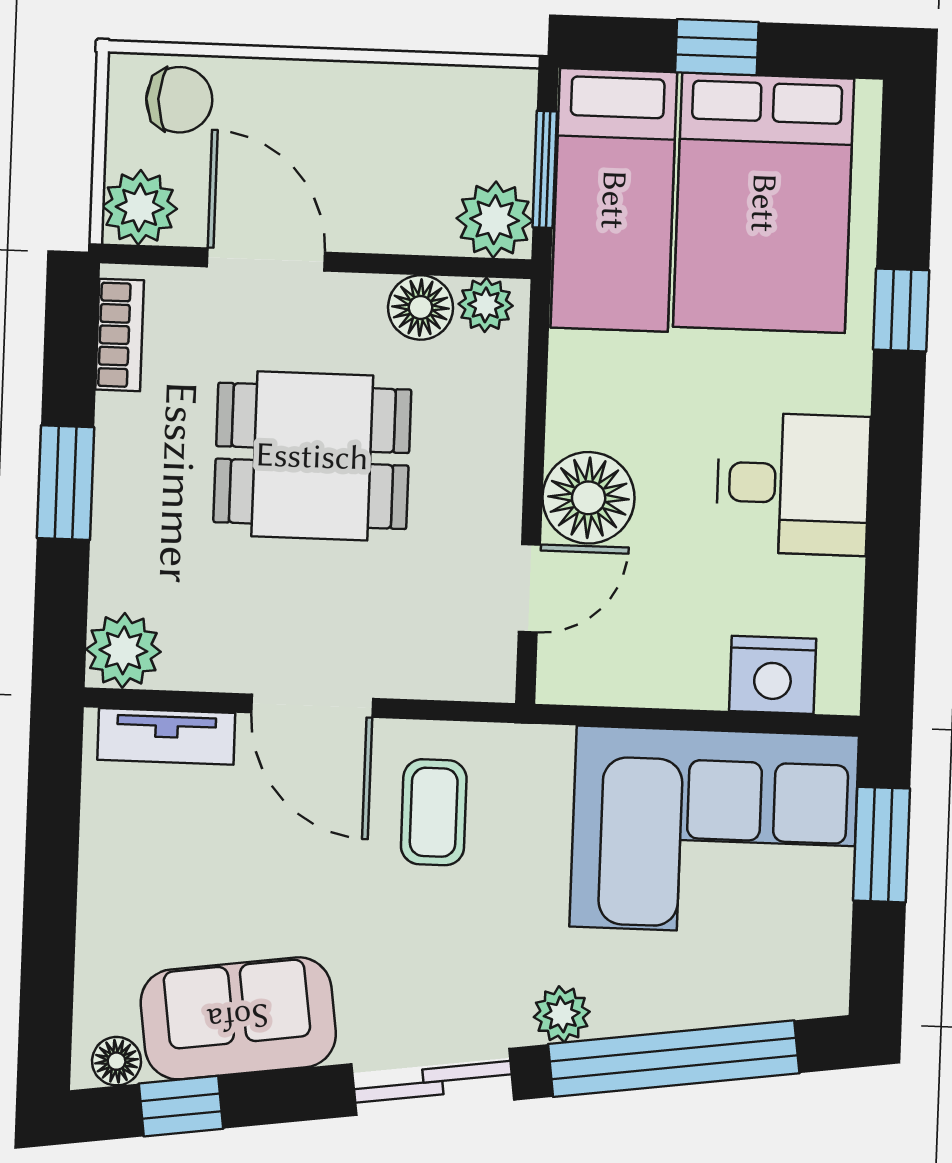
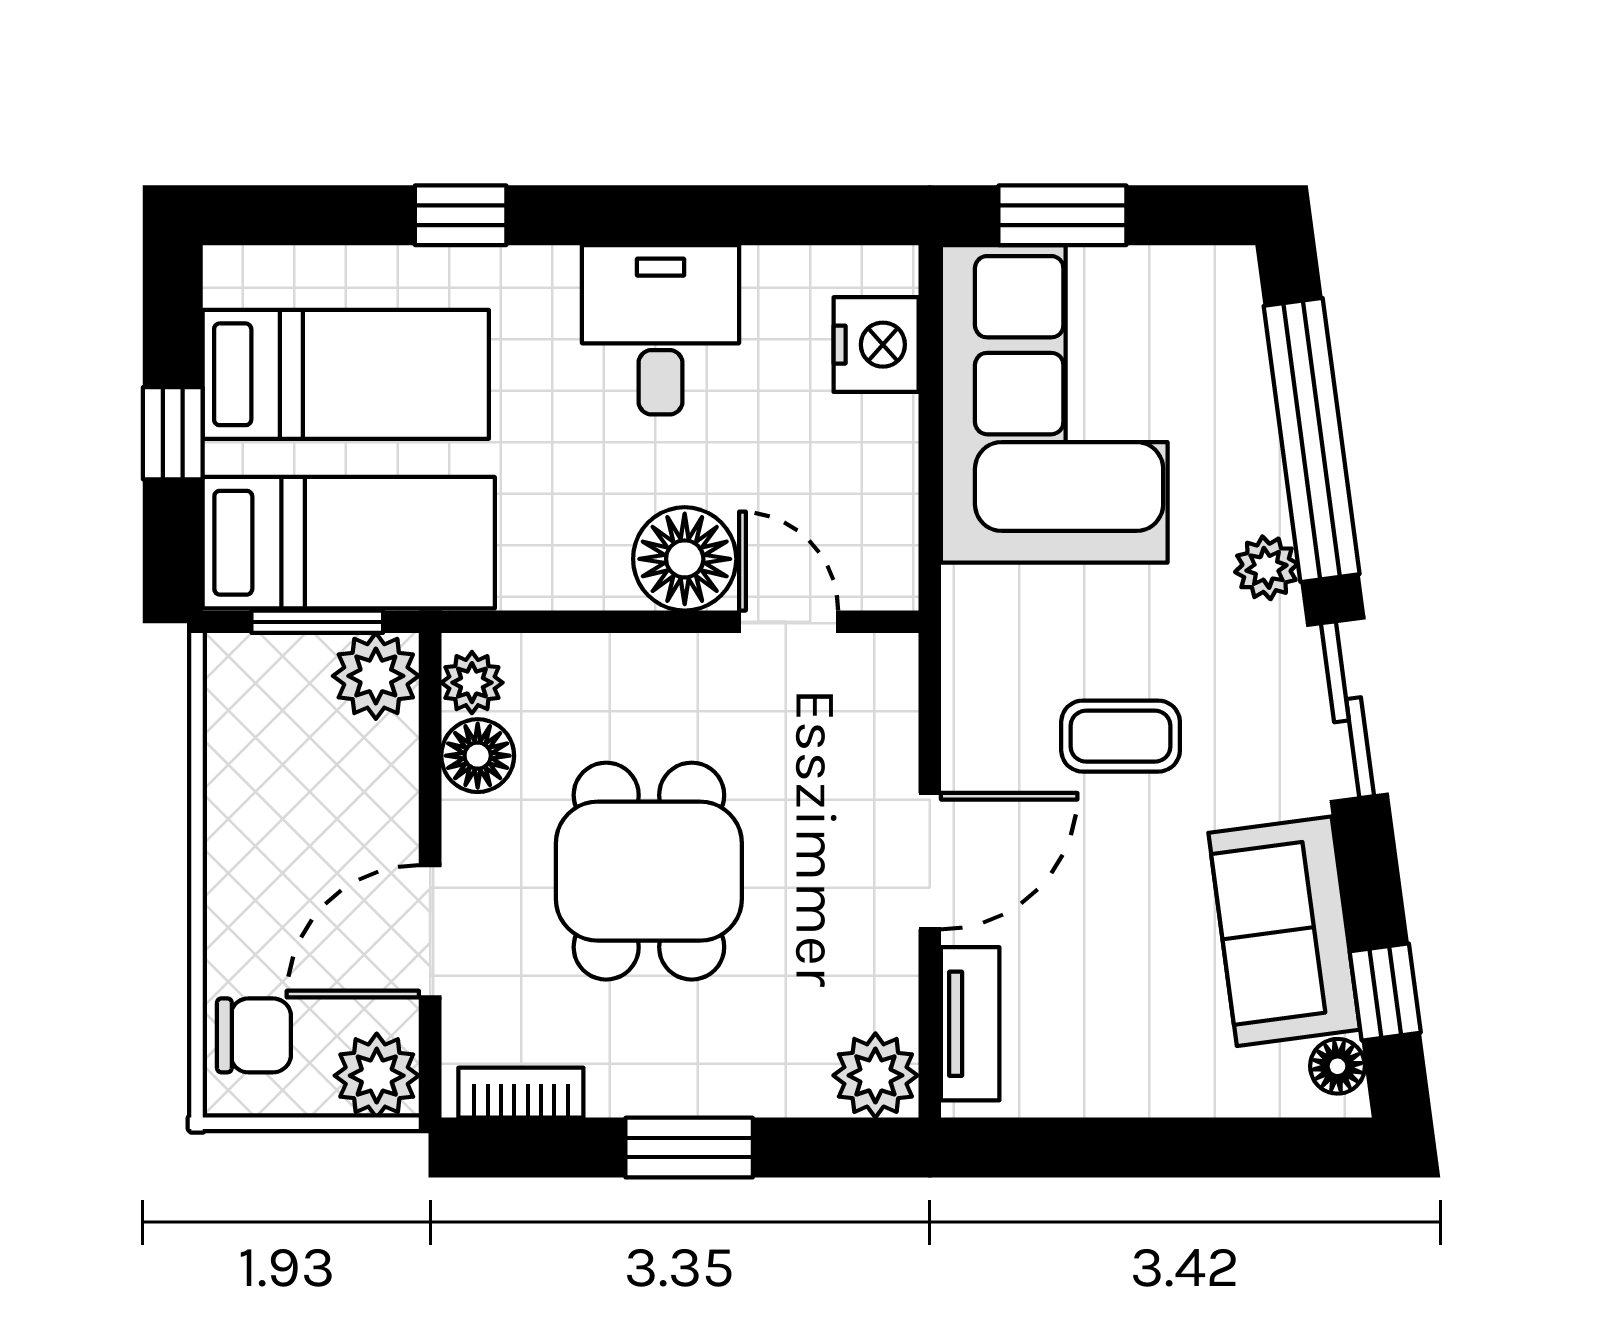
chair: (179, 100) -> (254, 1035), turned 90
bed: (764, 203) -> (346, 374), width x0.67
coffee table: (434, 812) -> (1121, 736), moved

